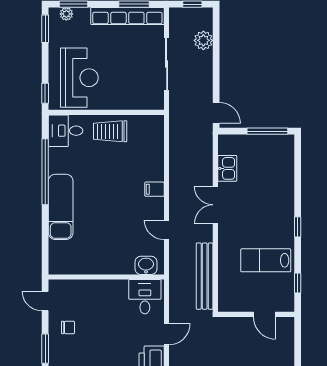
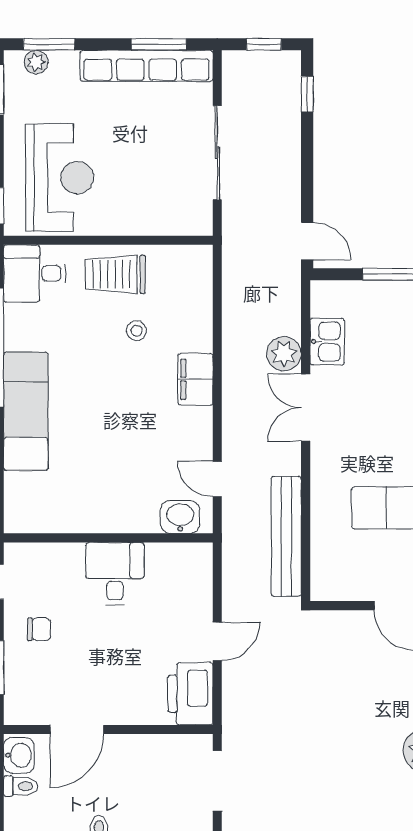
window: (216, 32) -> (307, 94), added
plant: (203, 40) -> (284, 354), moved
stool: (122, 162) -> (136, 331), added
filing cabinet: (154, 189) -> (195, 379), width x2.00
door: (167, 230) -> (217, 479), moved
desk: (145, 297) -> (115, 574), moved

